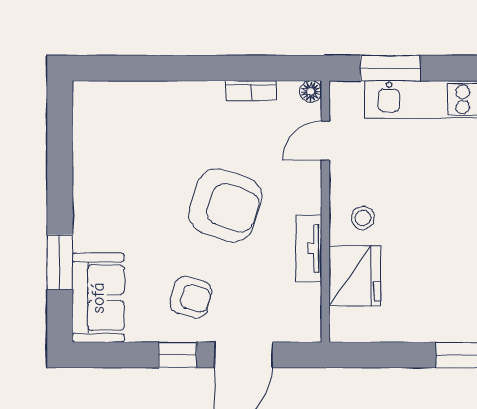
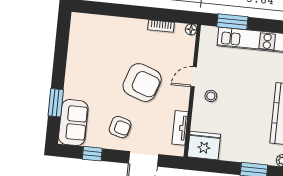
door: (325, 141) -> (194, 77), moved
tv unit: (309, 248) -> (180, 128), moved
fridge: (355, 276) -> (204, 146), moved, turned -90
window: (178, 355) -> (92, 154), moved

